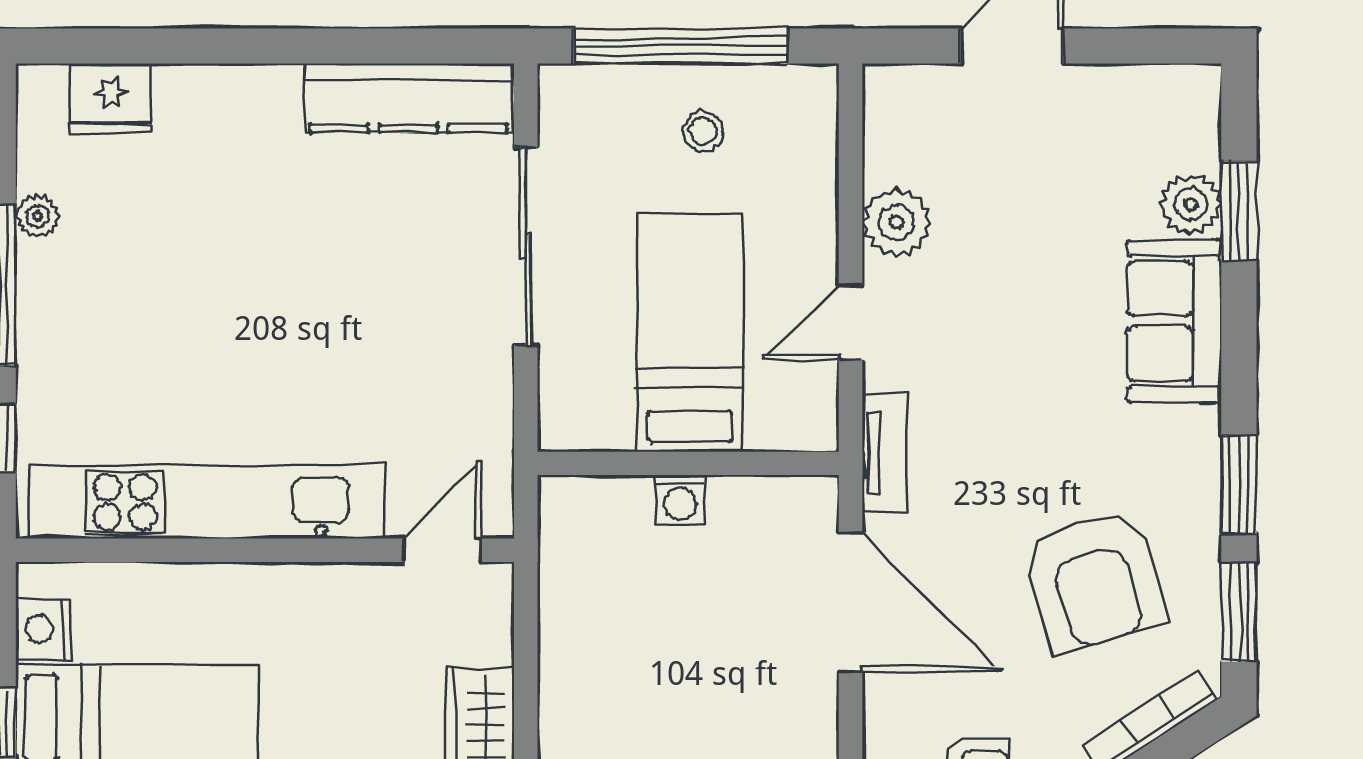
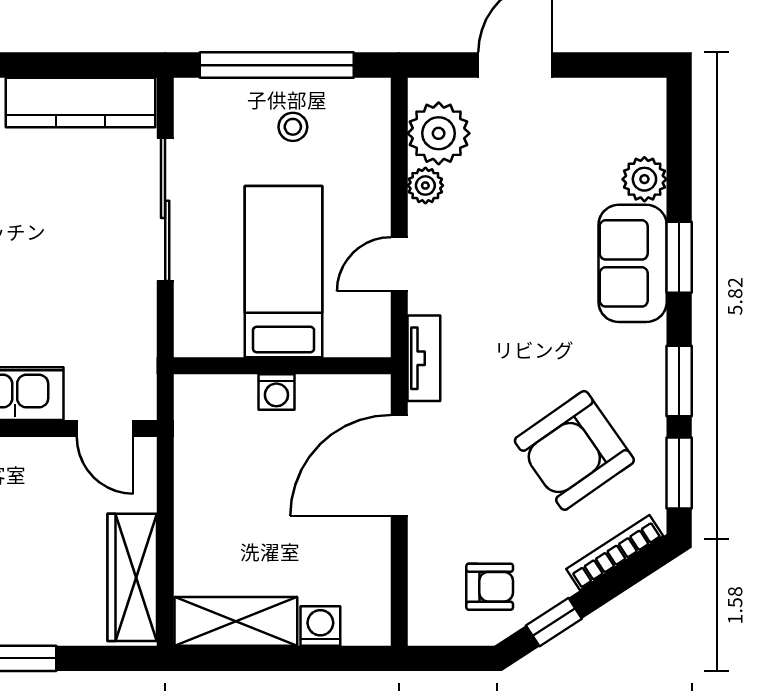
plant: (905, 141) -> (439, 133), added
window: (1239, 211) -> (679, 257), moved
plant: (896, 222) -> (425, 186), width x0.73, depth x0.73
door: (442, 550) -> (105, 429), swing flipped
armchair: (1094, 581) -> (574, 450), turned 72
door: (850, 602) -> (399, 466), swing flipped

